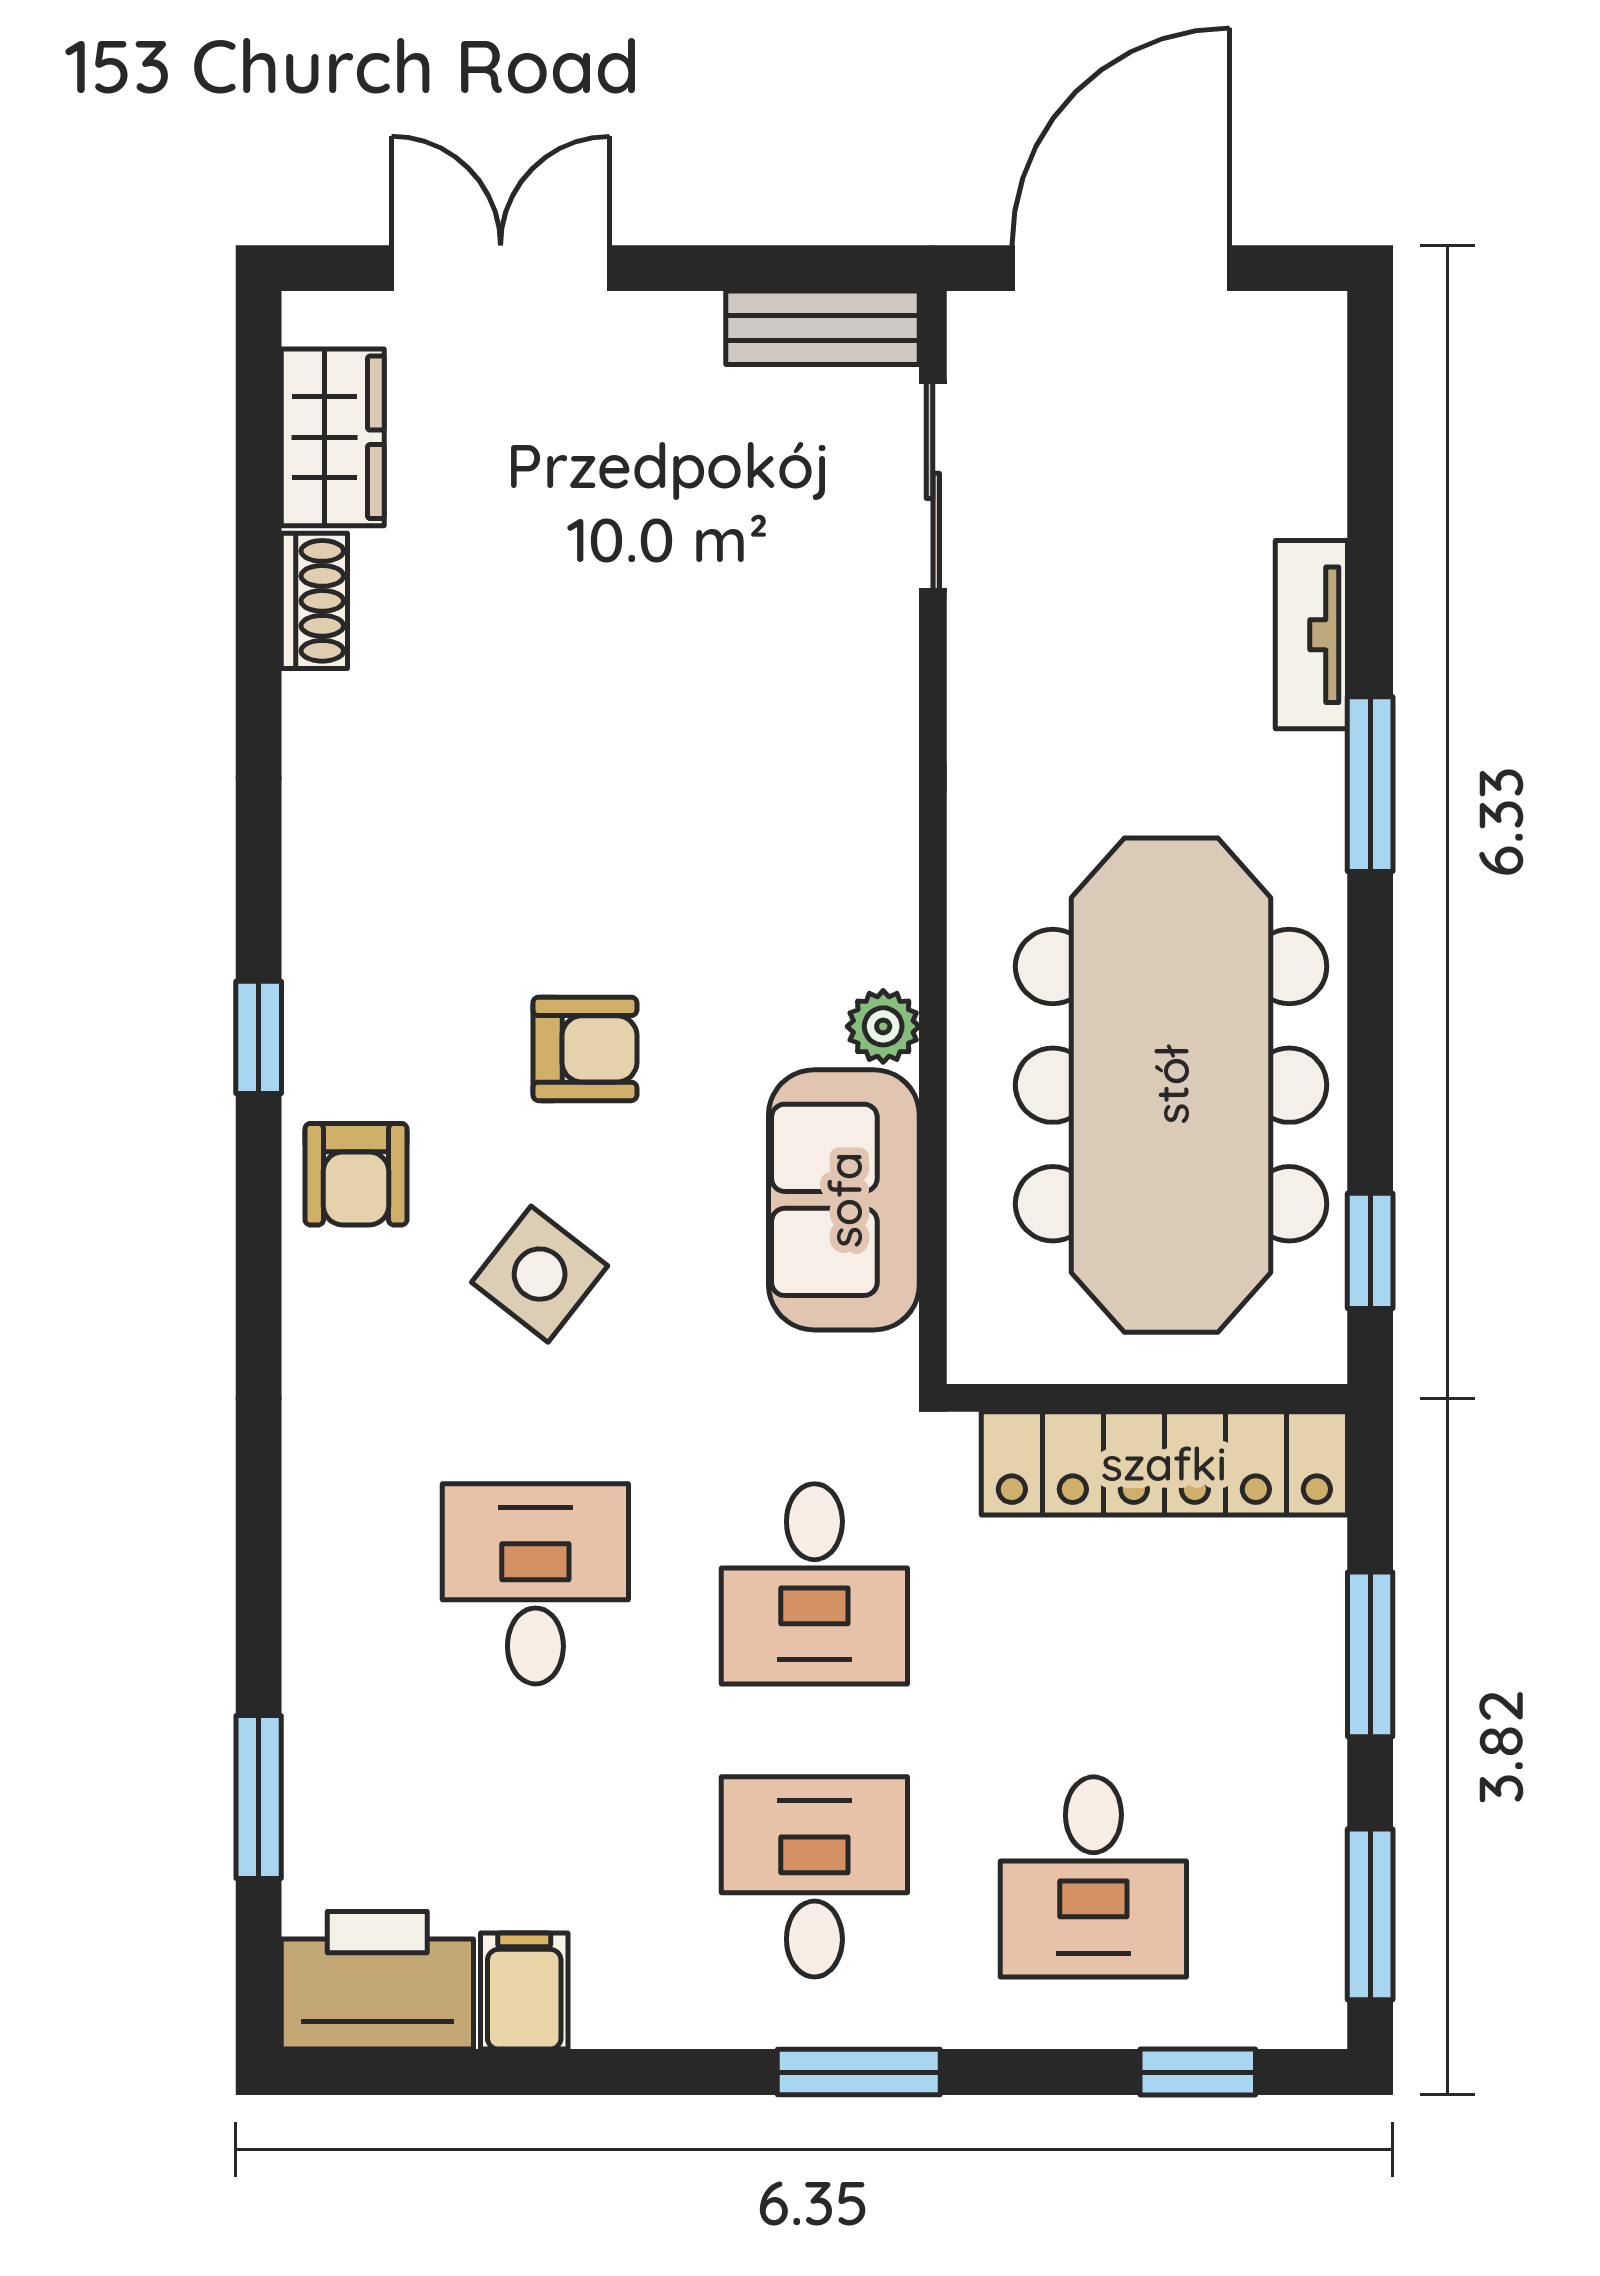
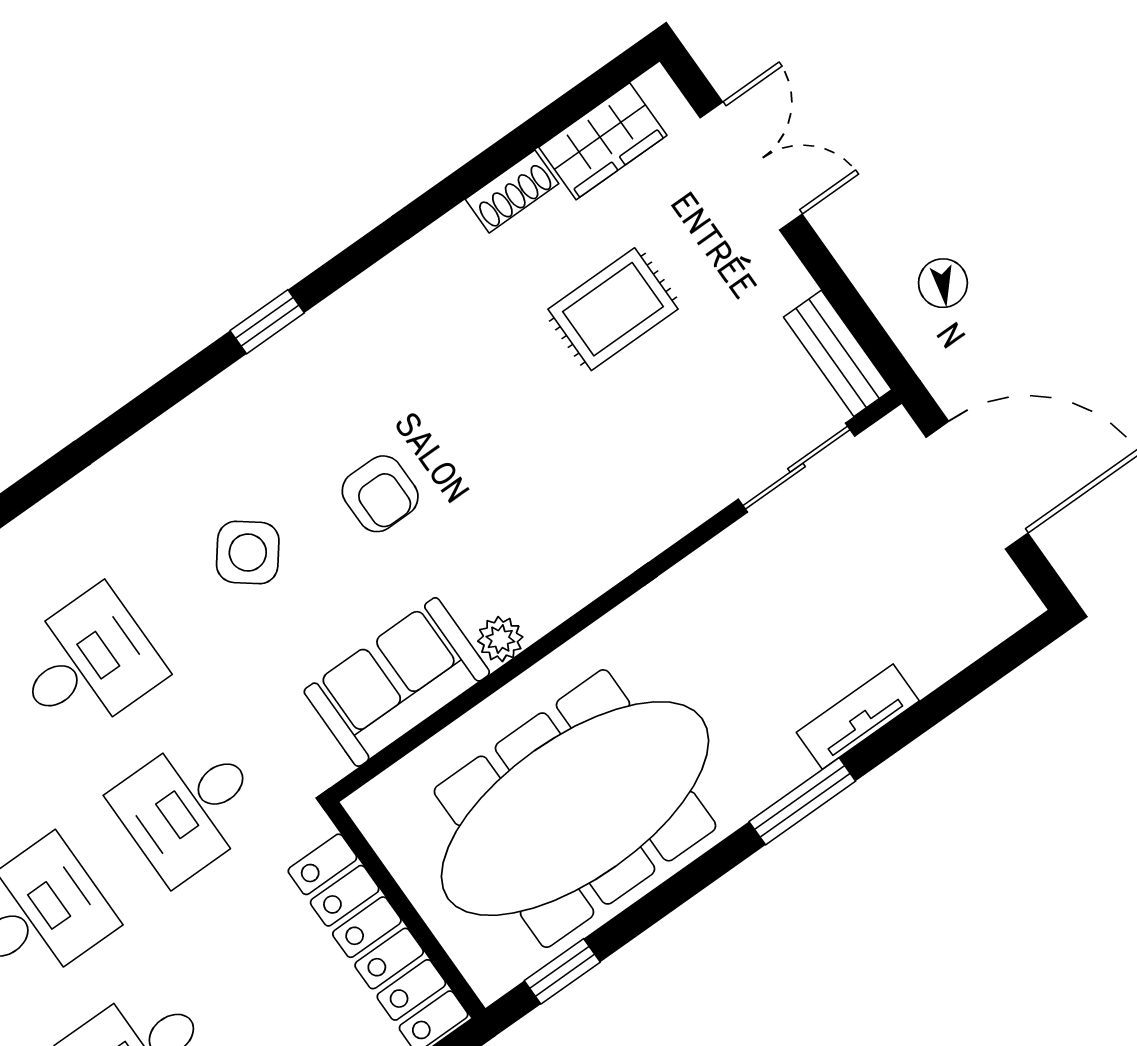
rug: (559, 578) -> (613, 309), added
armchair: (356, 1174) -> (232, 422), removed

